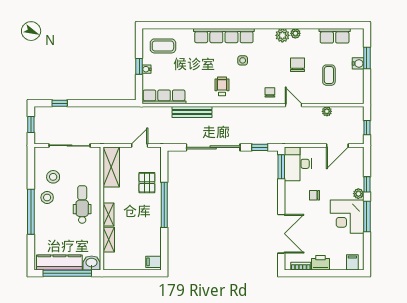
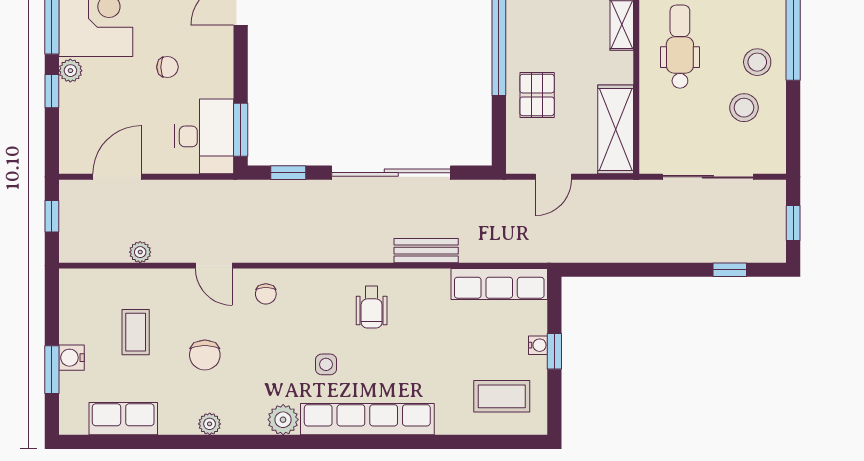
plant: (282, 35) -> (283, 420), moved
bench: (192, 112) -> (426, 251), width x0.73
dental chair: (82, 204) -> (680, 47), turned 180

